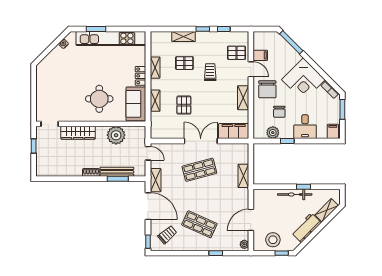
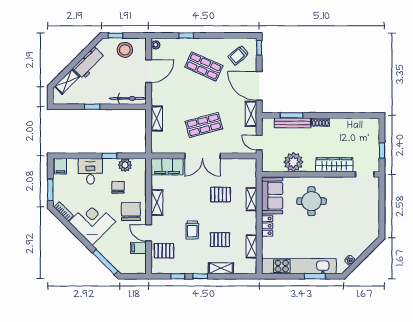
shelving: (155, 68) -> (251, 246), moved
pallet: (184, 105) -> (221, 195), turned 90
bicycle: (295, 194) -> (128, 98), moved

